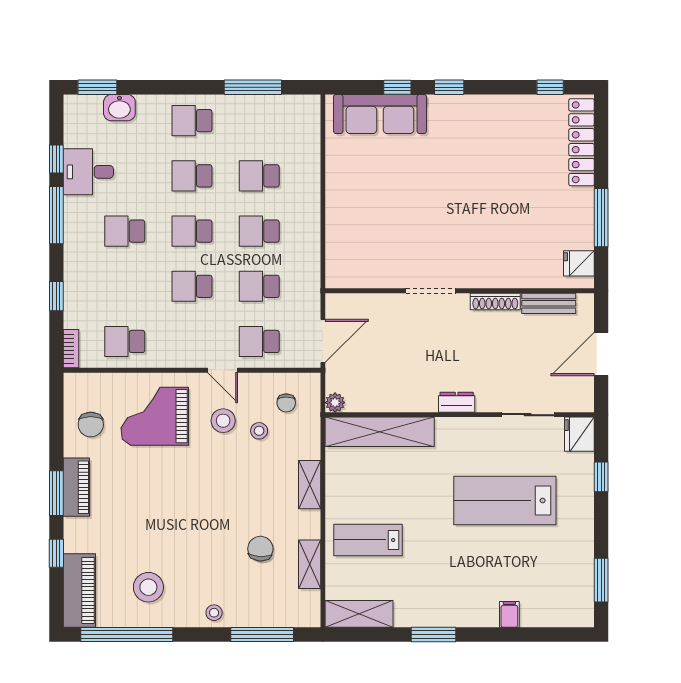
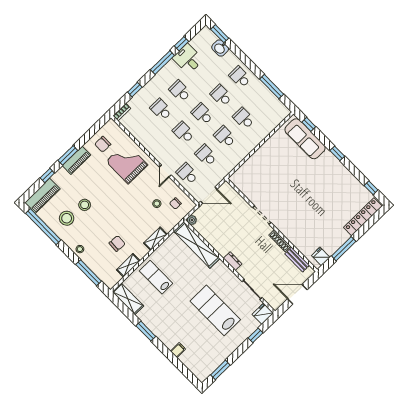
window: (397, 87) -> (309, 124), moved
school desk: (125, 341) -> (161, 110), moved
stool: (223, 421) -> (85, 205), moved

